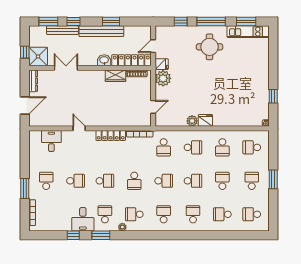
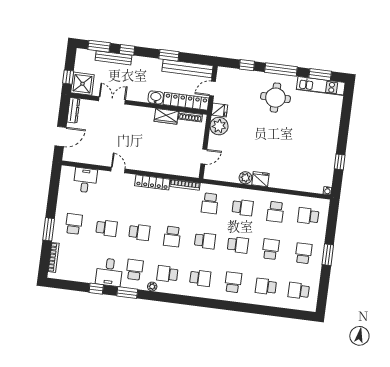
bench: (101, 31) -> (187, 69), moved
school desk: (164, 214) -> (200, 278), turned 90

